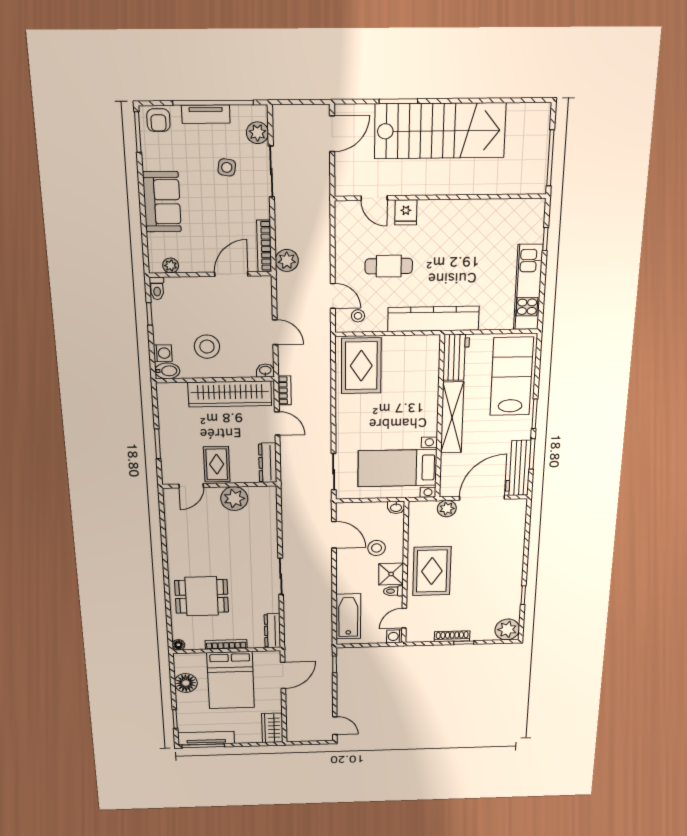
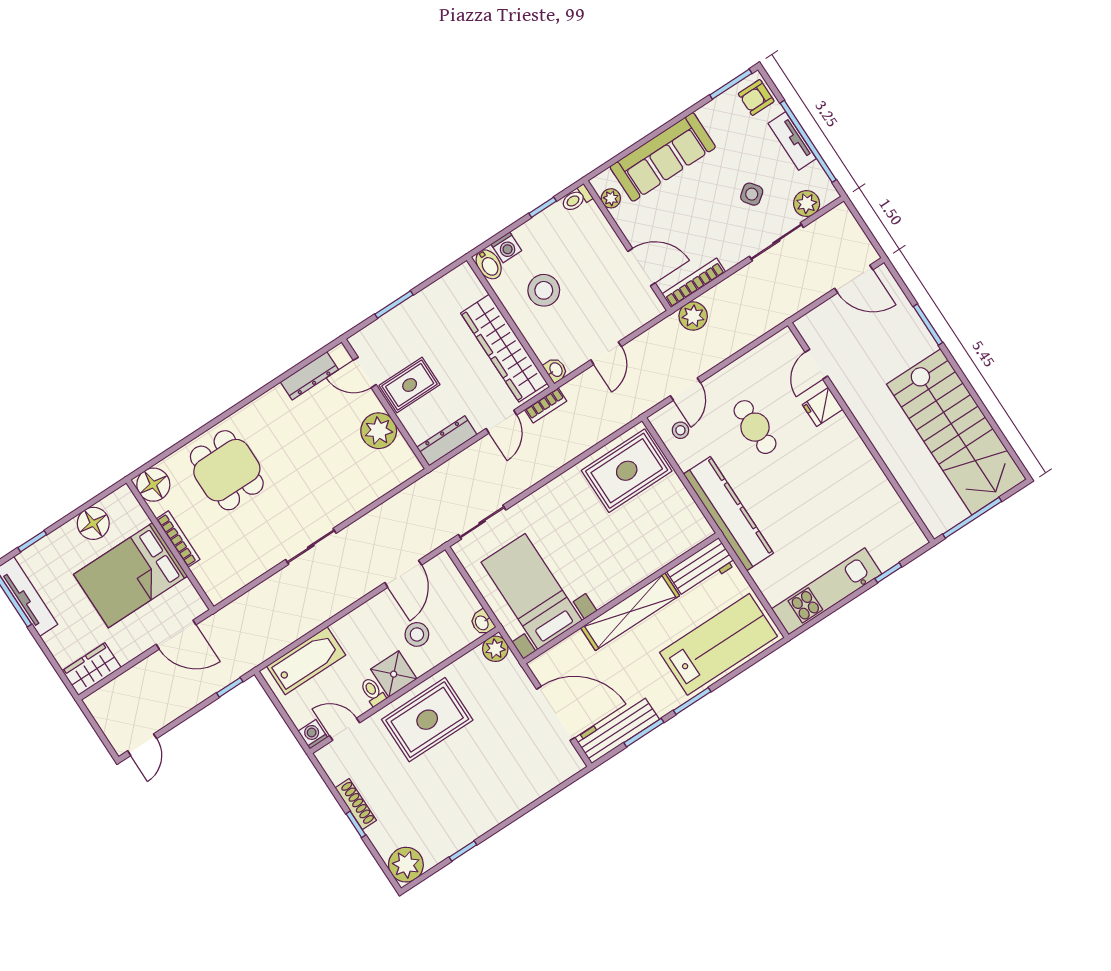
stairs: (440, 131) -> (956, 432), moved
side table: (227, 167) -> (752, 194), turned 45
sofa: (162, 202) -> (663, 157), width x1.36
plant: (447, 509) -> (495, 649), moved
dresser: (272, 631) -> (309, 376), moved, turned 180
floor lamp: (178, 645) -> (153, 485), width x1.89, depth x1.89

